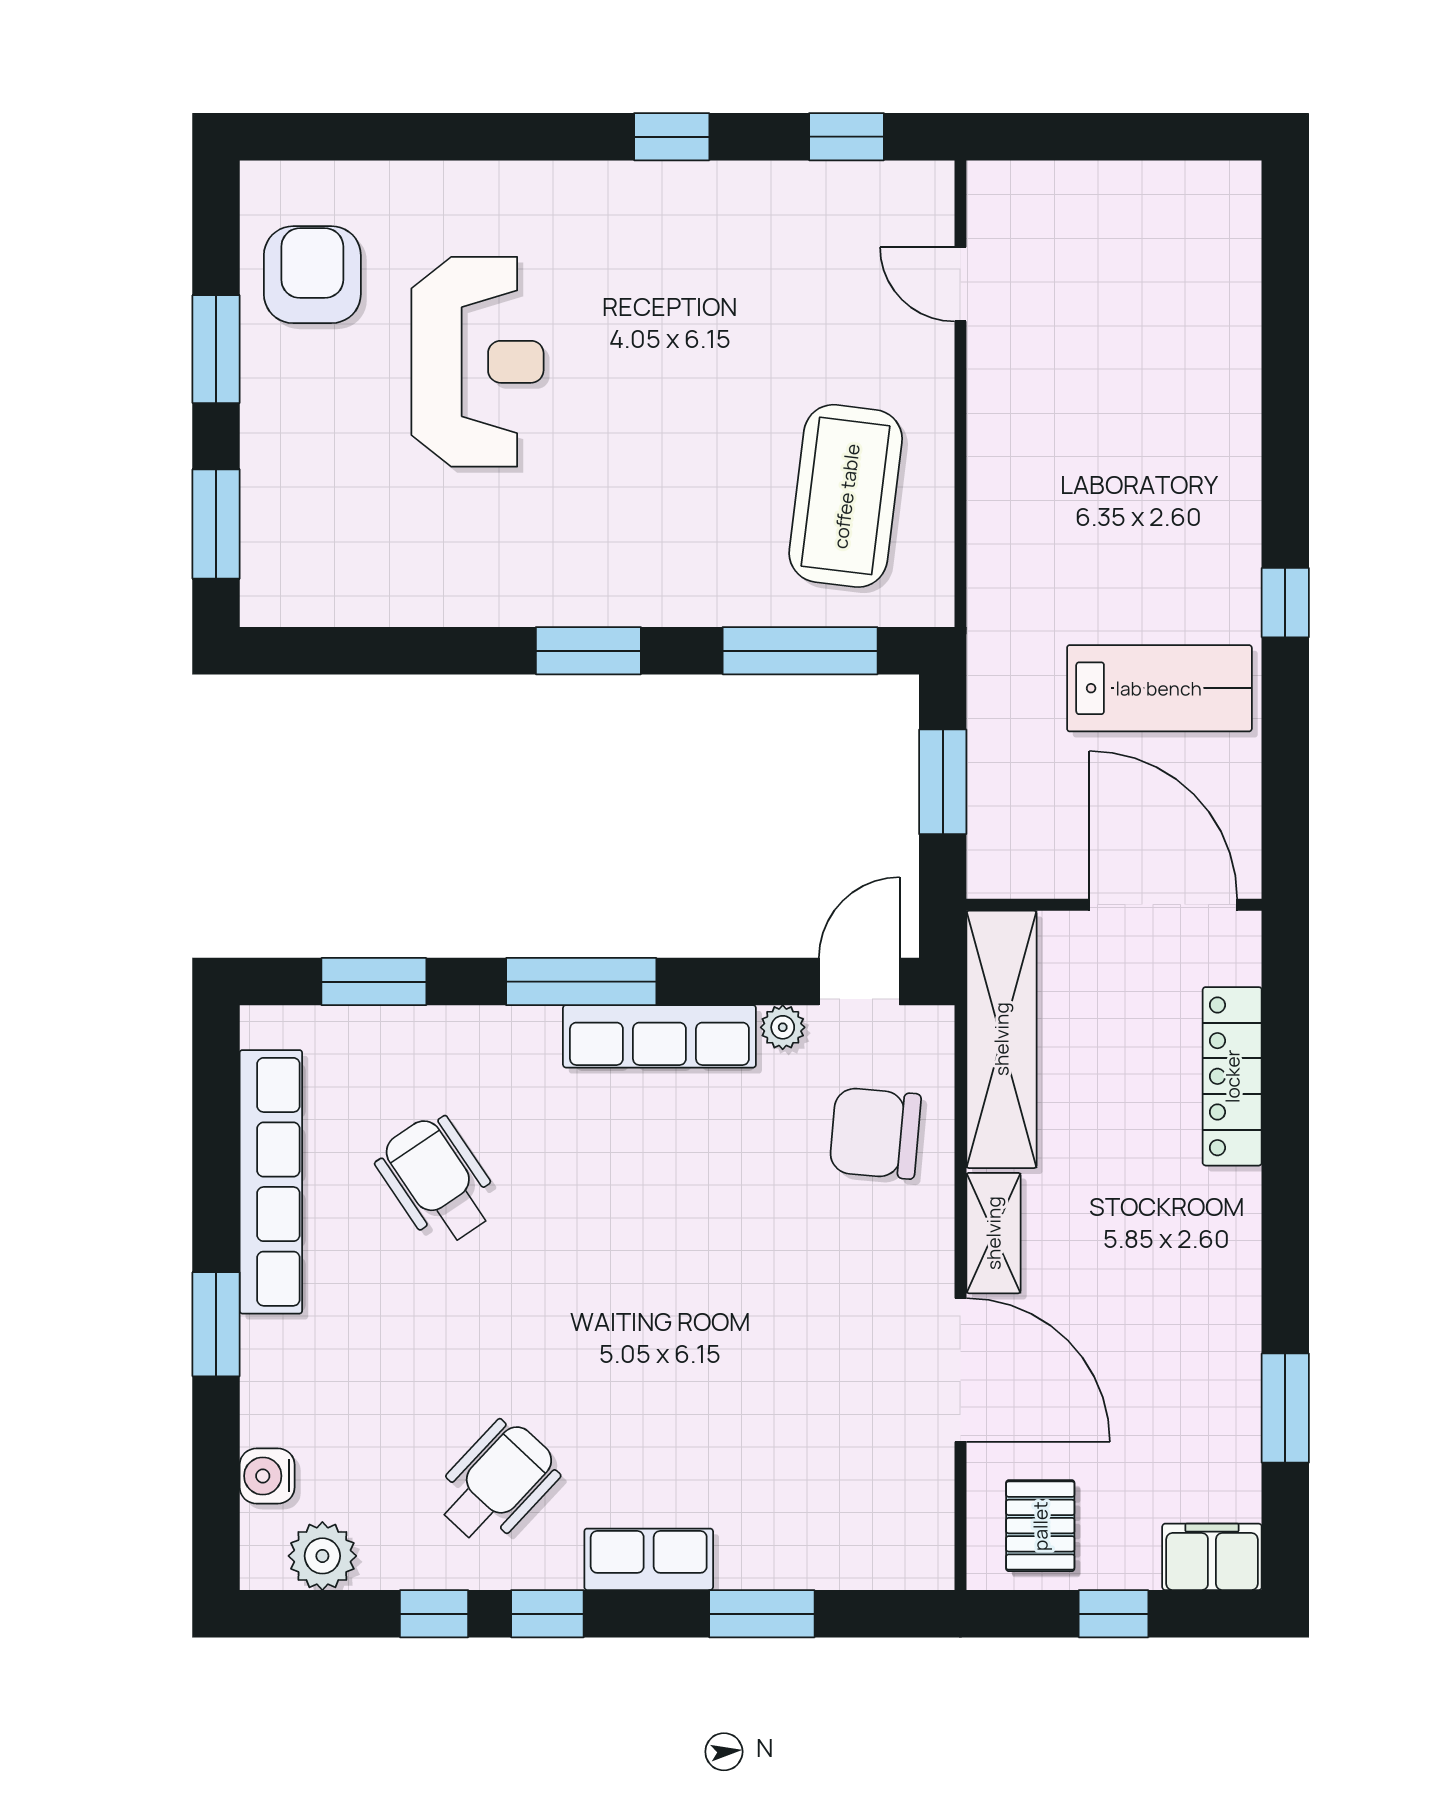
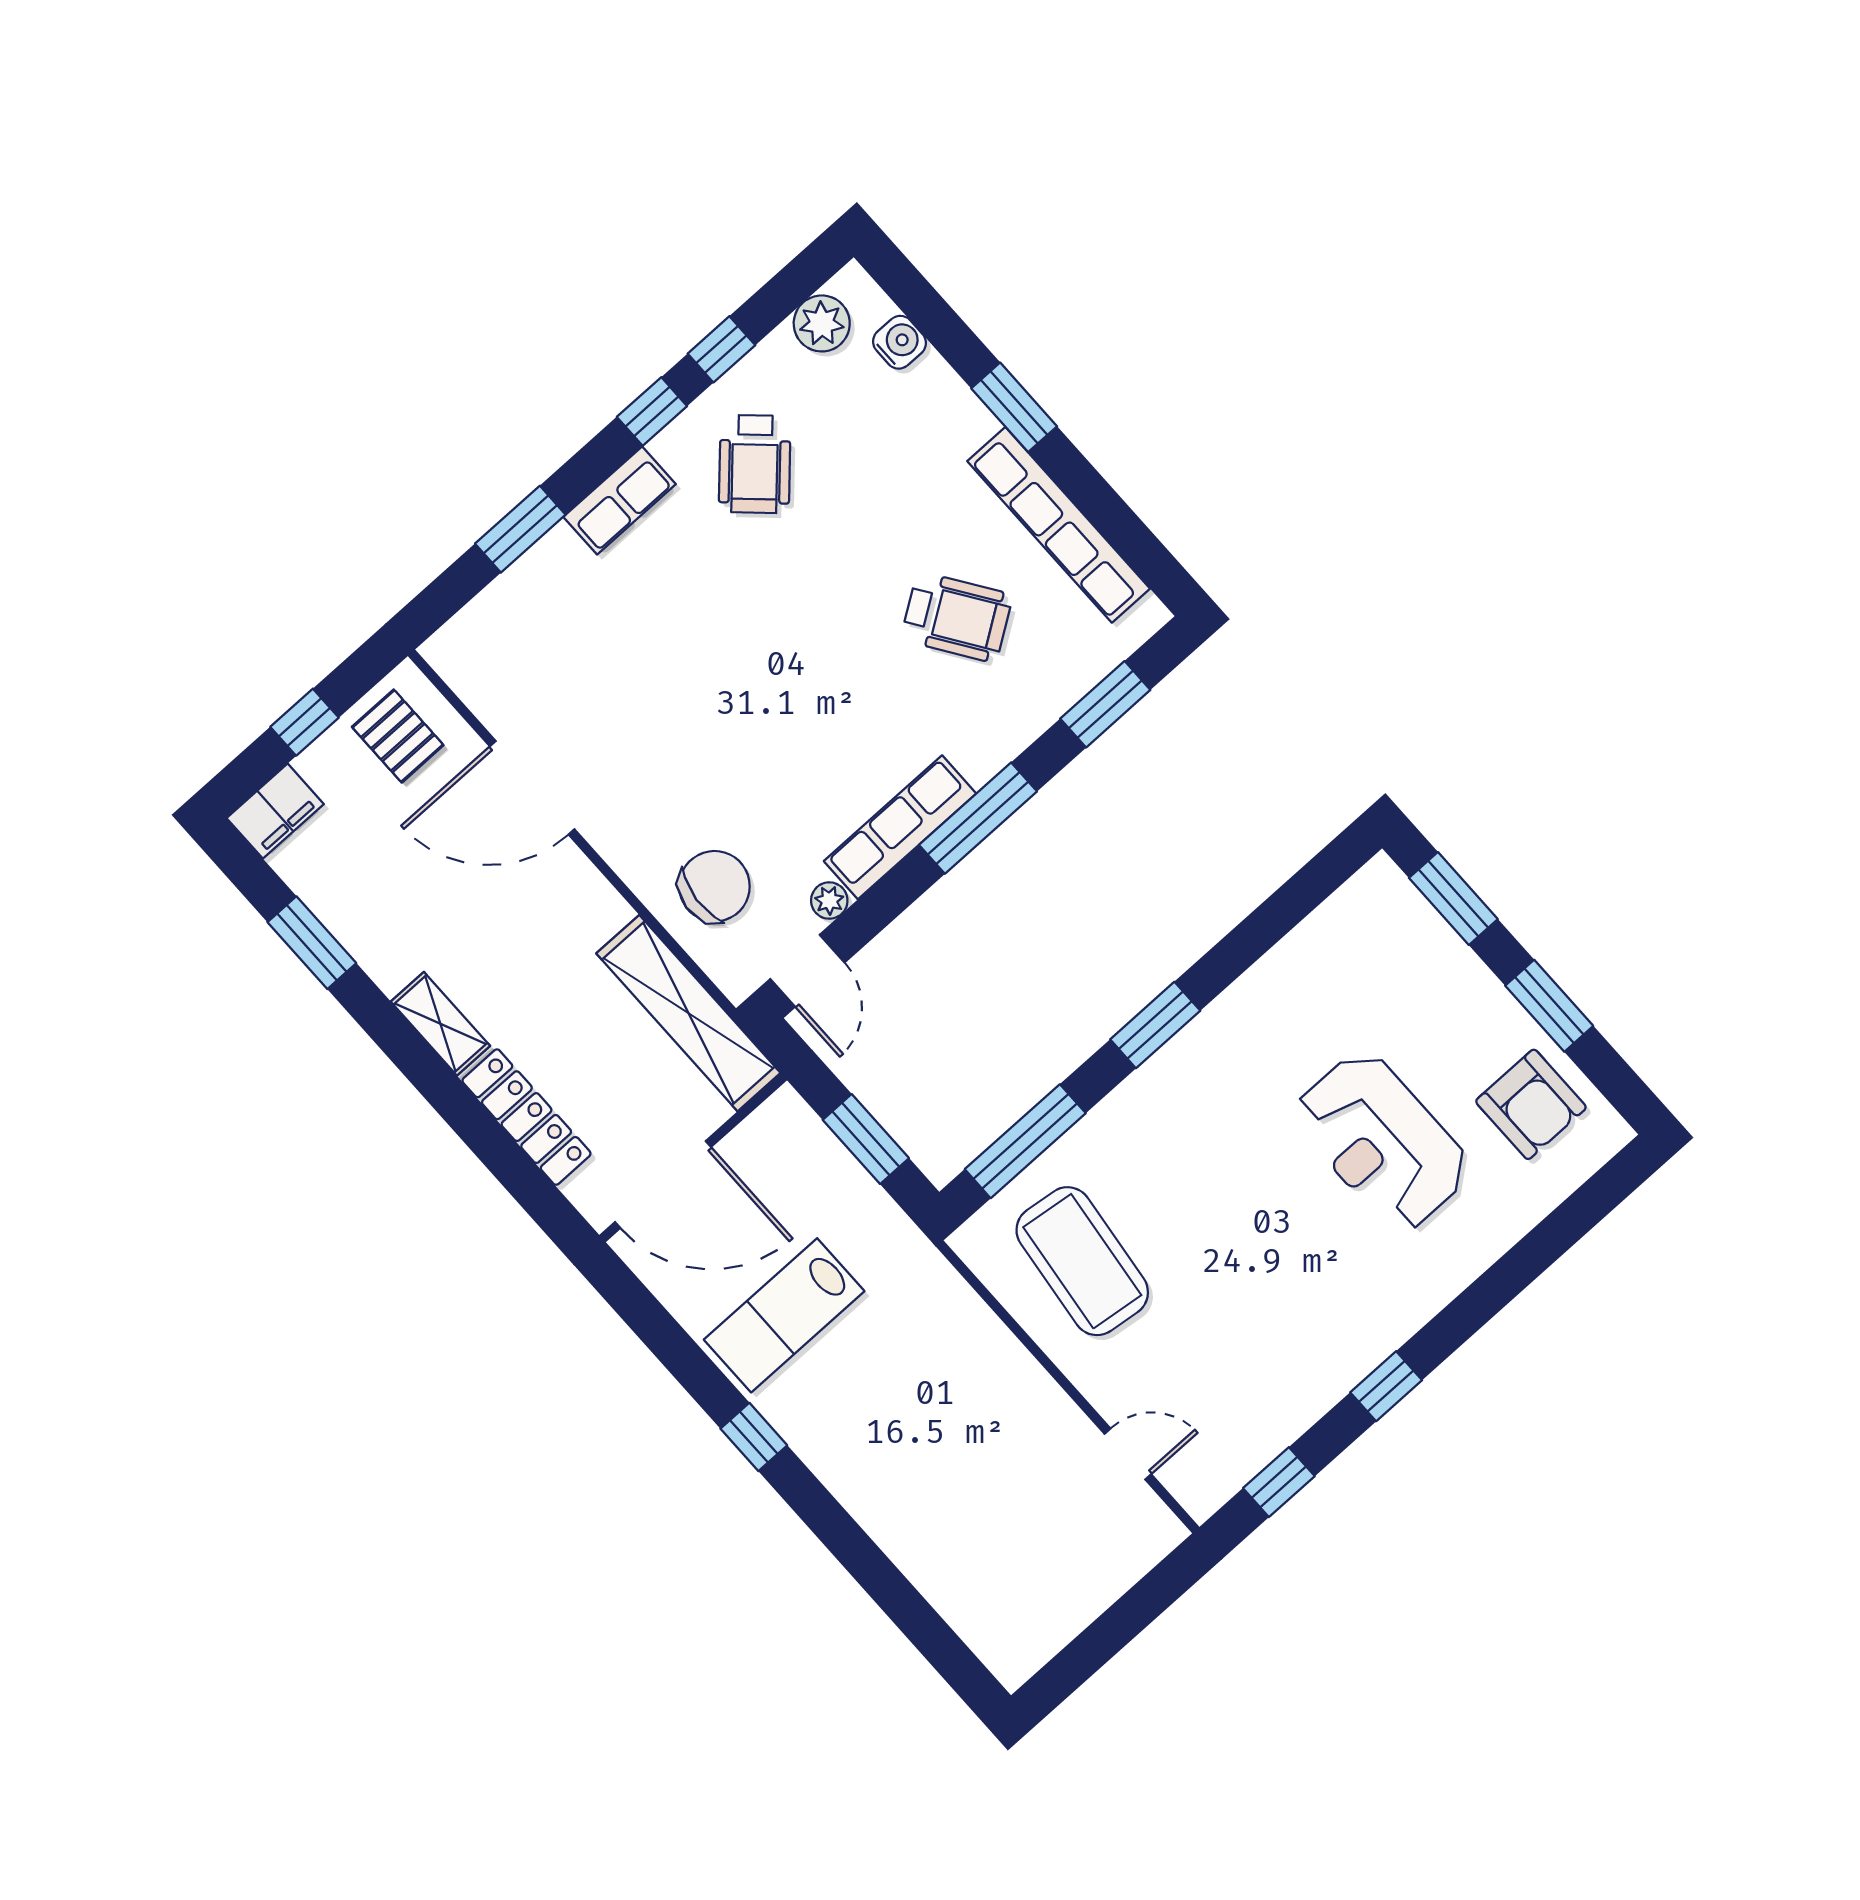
shelving: (993, 1233) -> (440, 1024), moved

